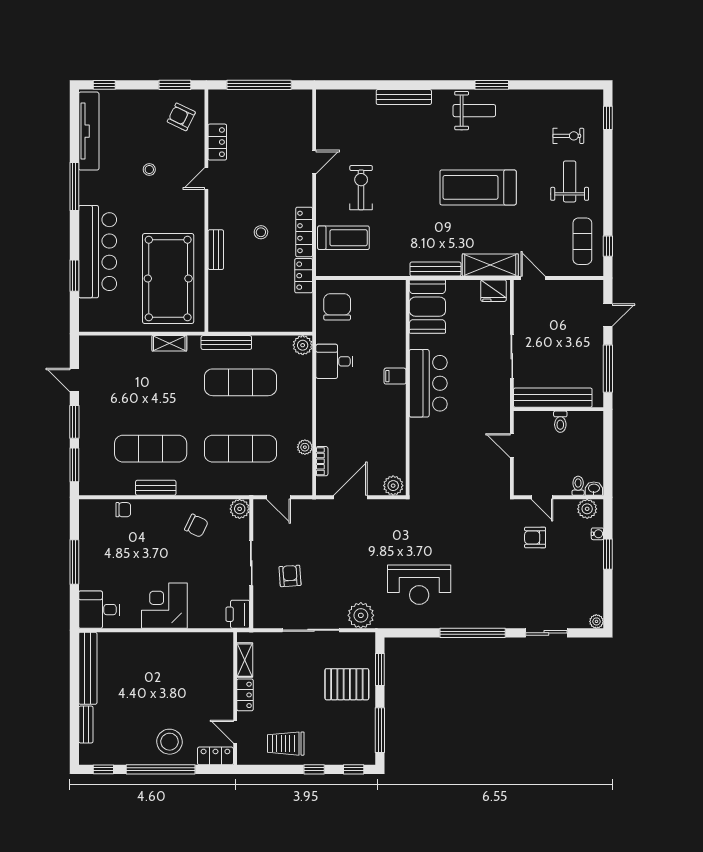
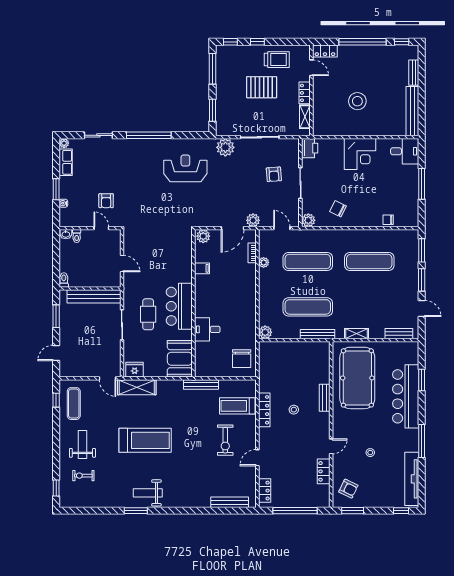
bench: (404, 97) -> (230, 502), moved
weight bench: (570, 181) -> (82, 444), turned 180
bench: (435, 269) -> (201, 384), moved
locker: (304, 276) -> (265, 491), moved
desk: (334, 361) -> (207, 329), moved, turned 180
window: (608, 369) -> (56, 316), width x0.69
cafe table: (474, 372) -> (148, 314), added
filing cabinet: (395, 376) -> (202, 268), moved
toilet: (560, 422) -> (64, 280), moved
bench: (156, 488) -> (399, 334), moved
plant: (587, 509) -> (253, 220), moved
armchair: (535, 537) -> (106, 201), turned 90
row of seats: (594, 593) -> (66, 162), added
pallet: (347, 684) -> (262, 87), moved
stool: (170, 742) -> (357, 101), moved

